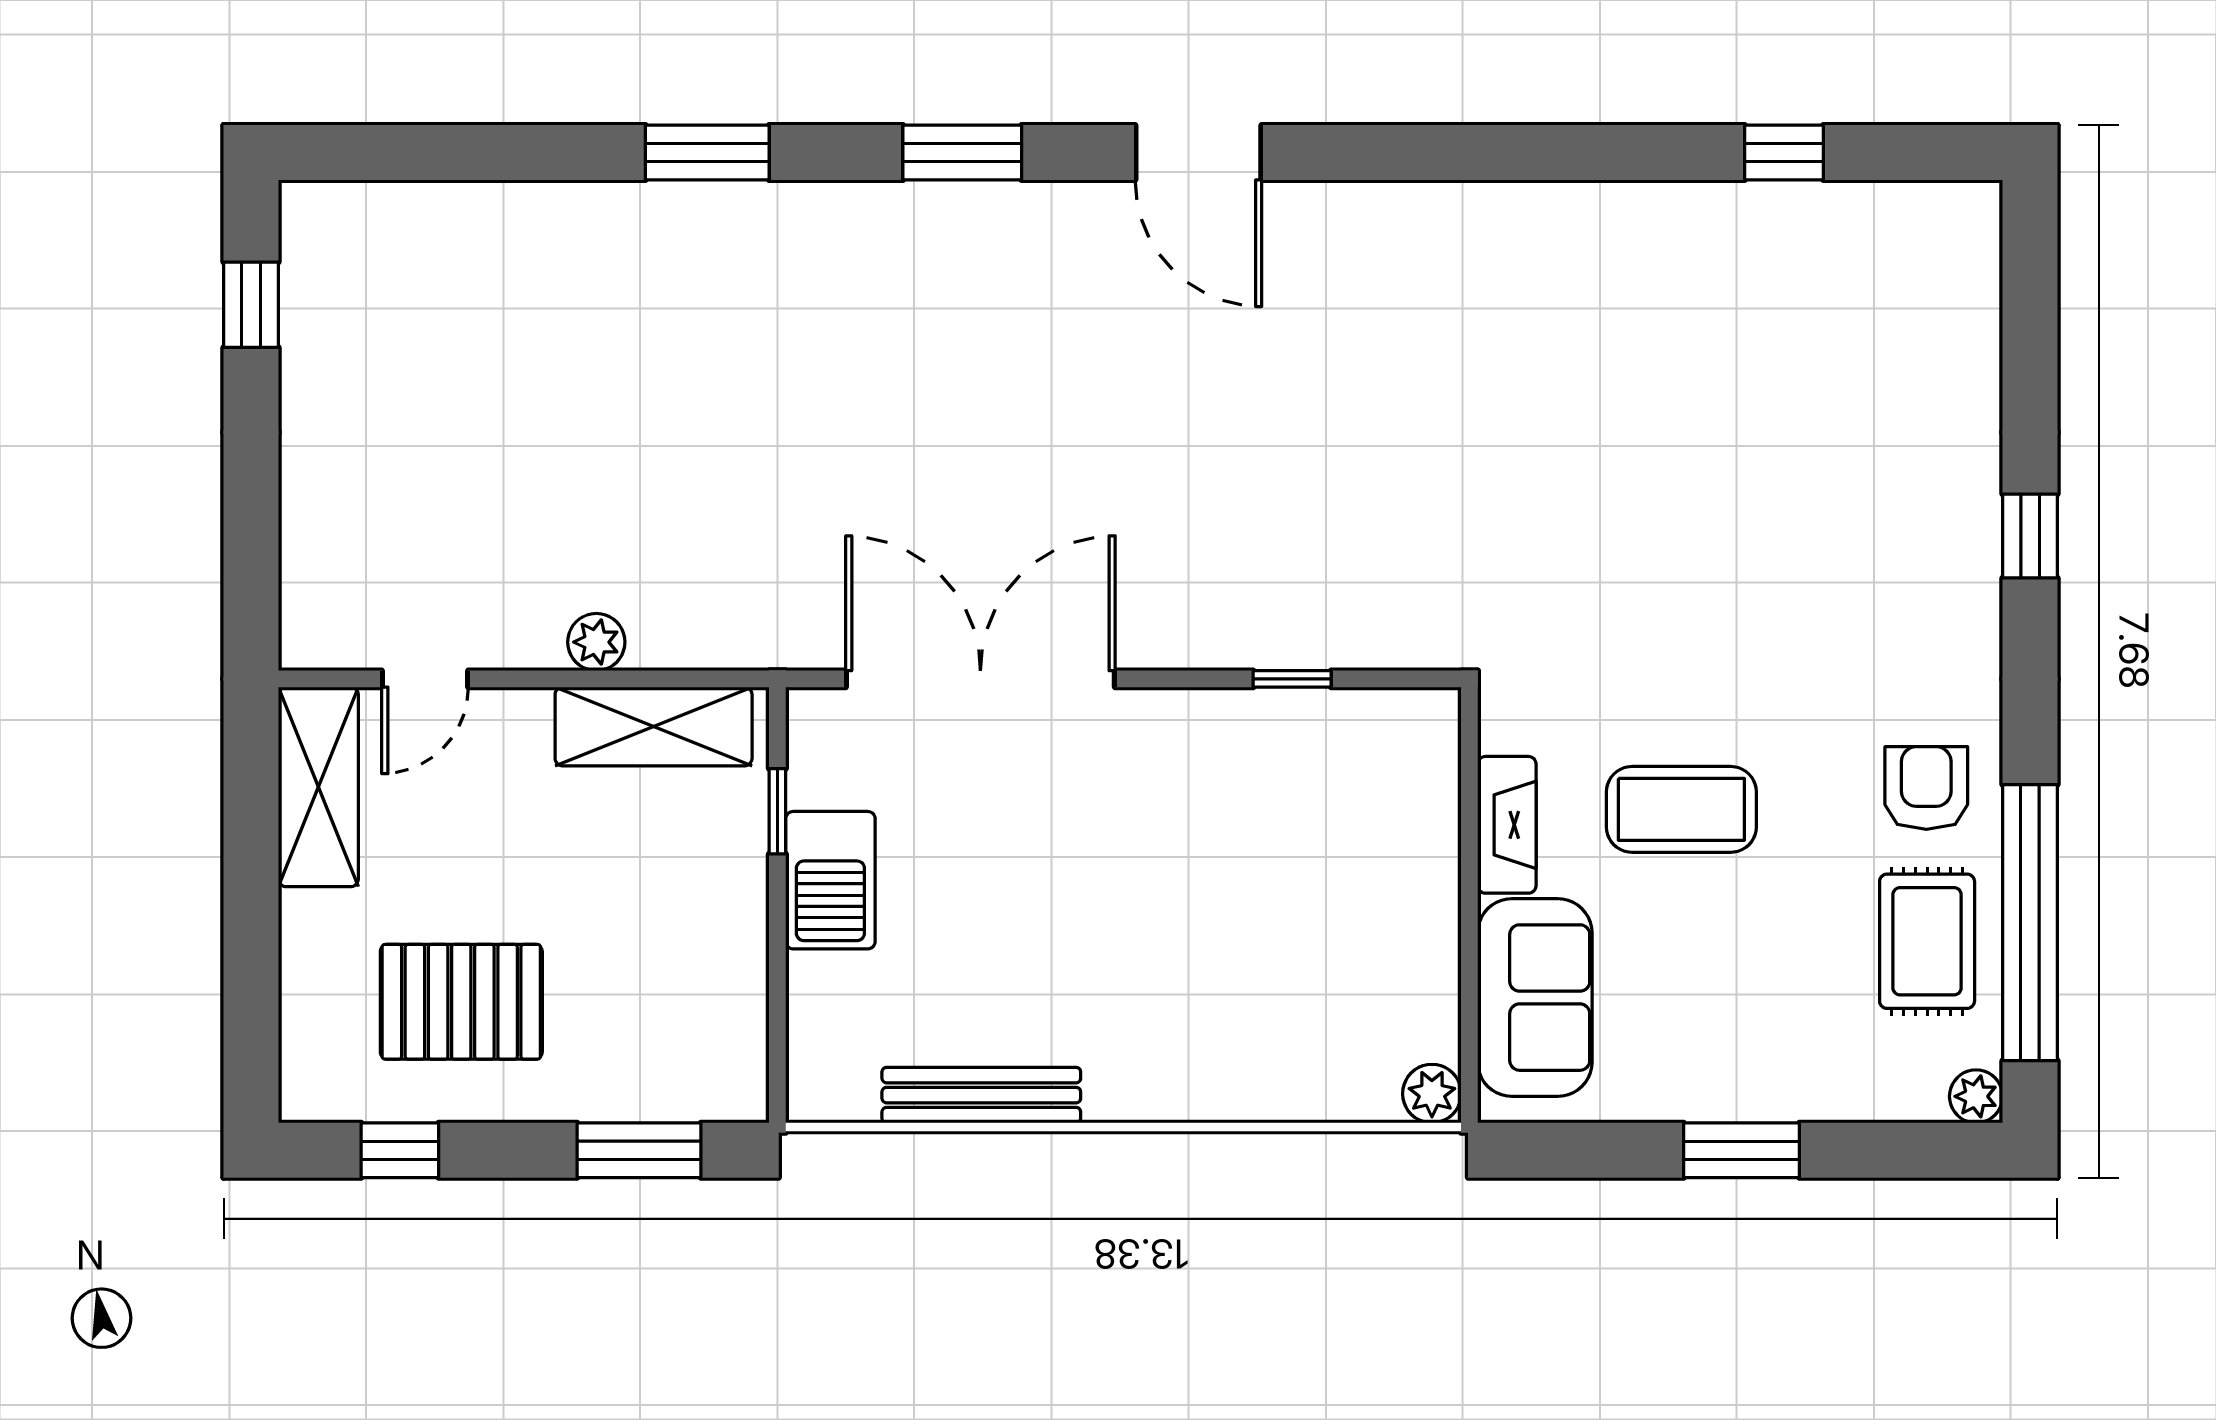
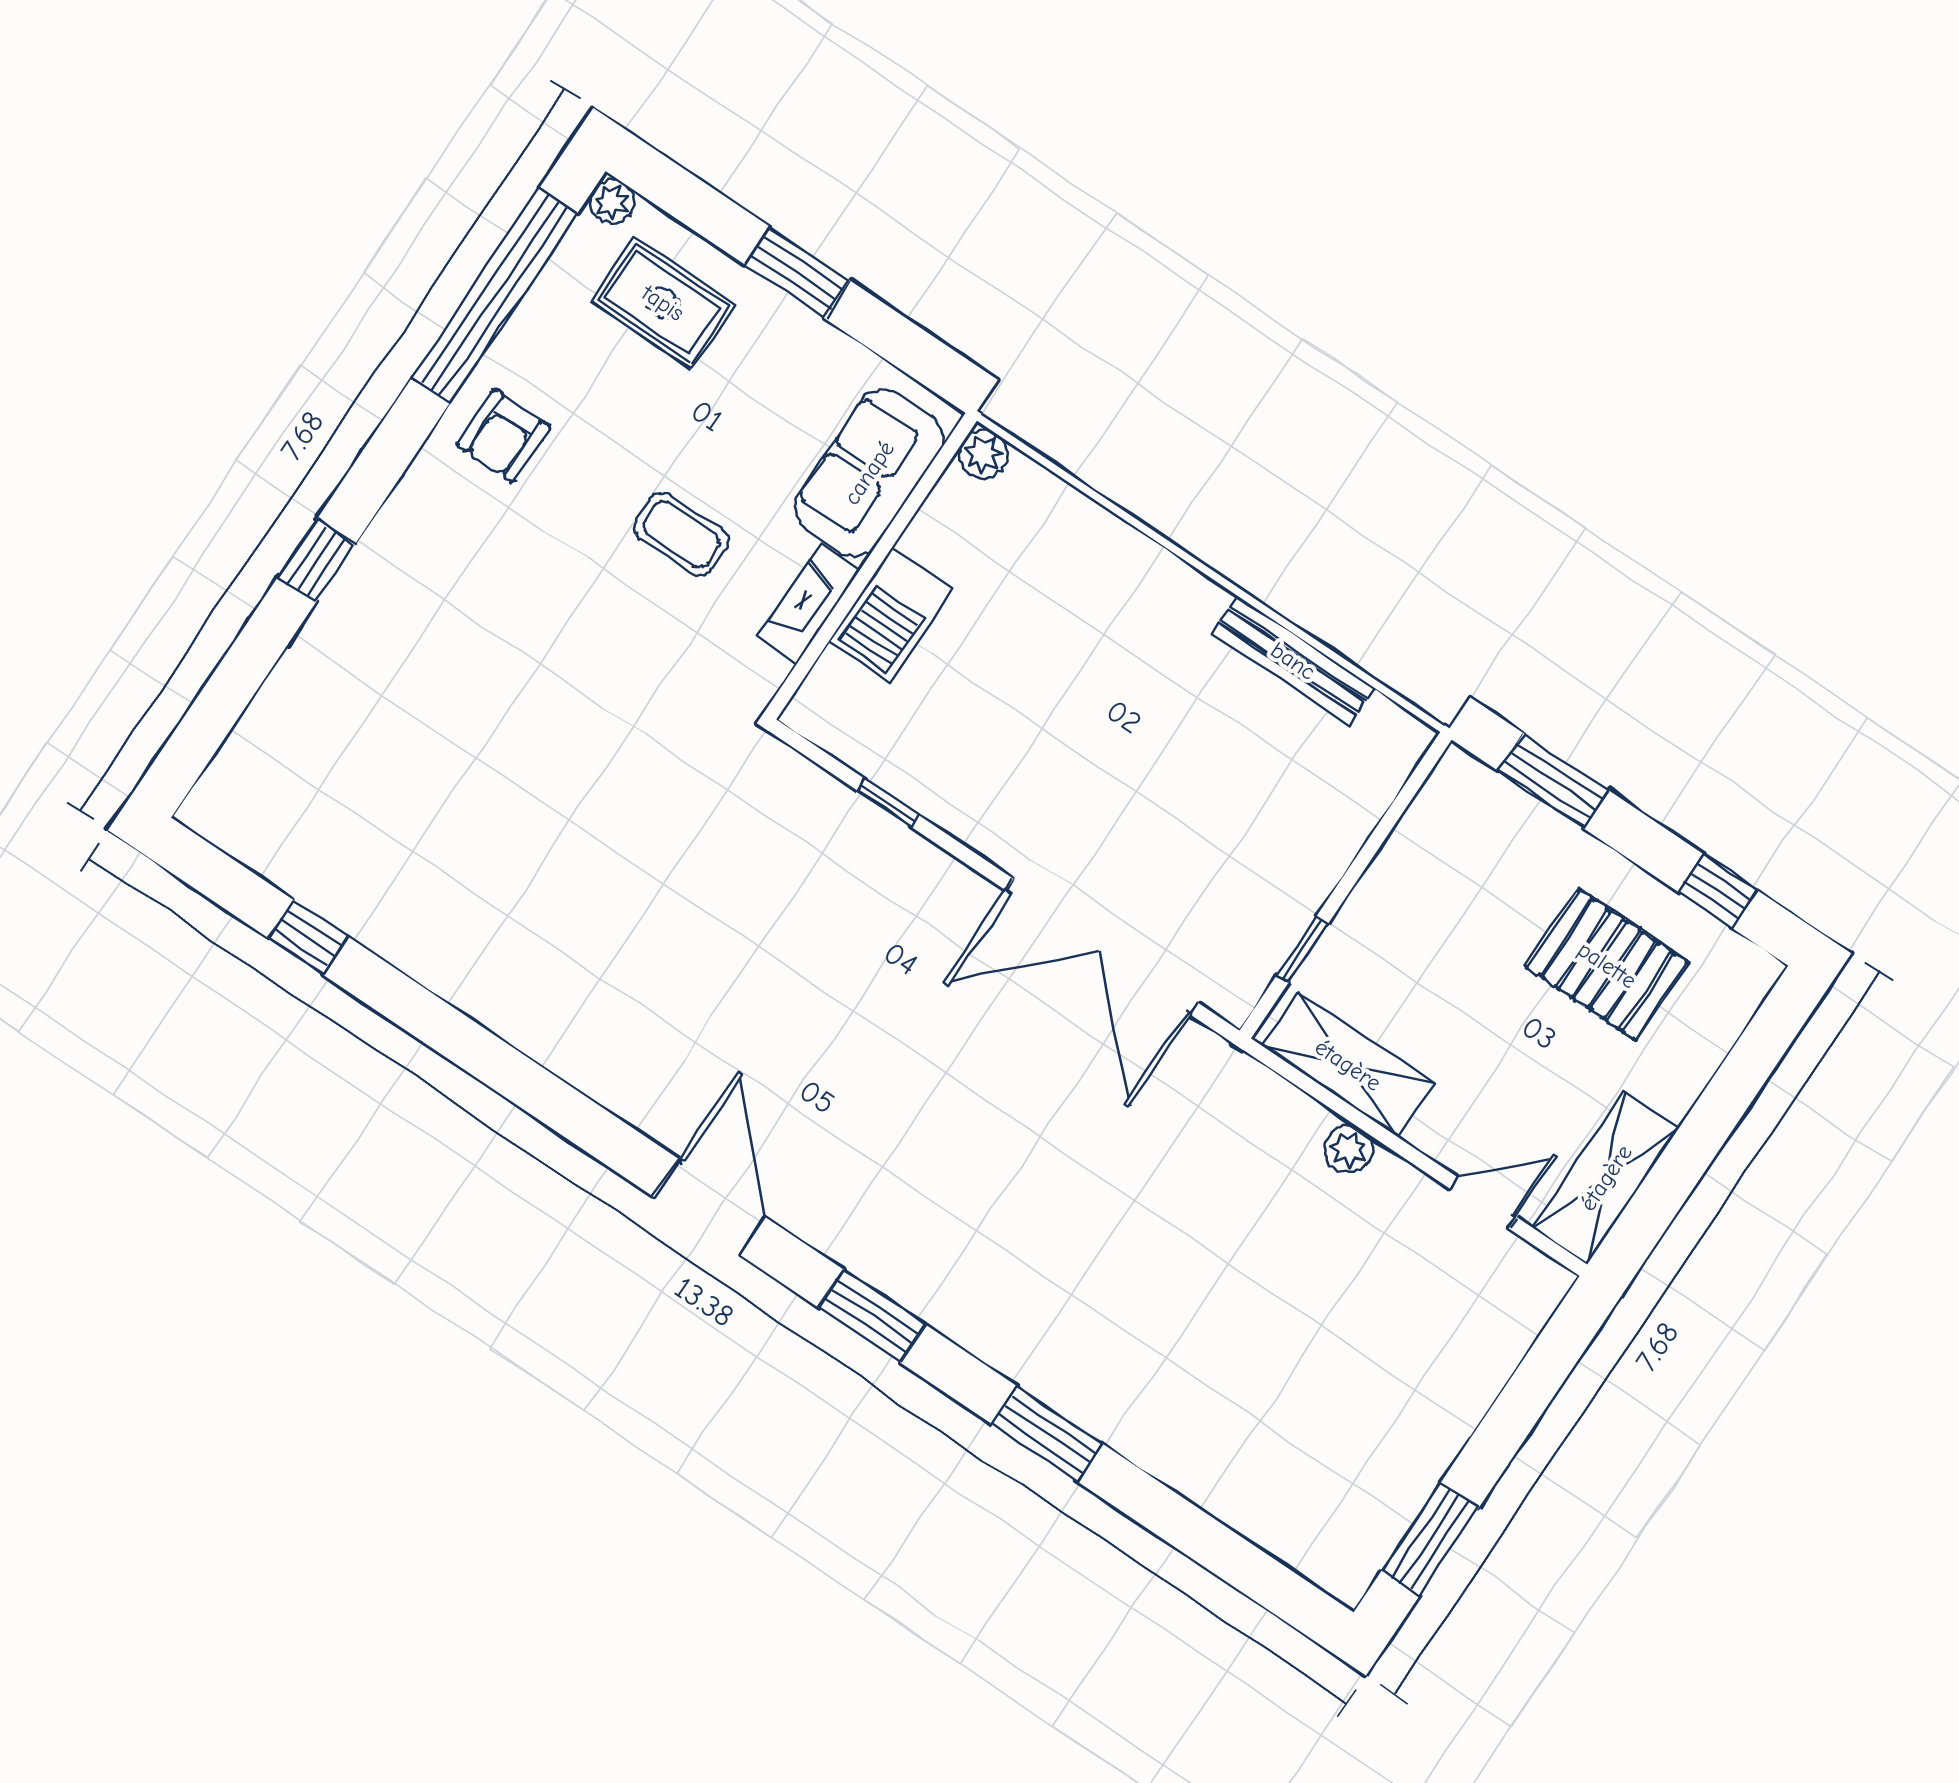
window: (251, 305) -> (1430, 1540), width x1.50
coffee table: (1681, 809) -> (681, 534), width x0.73, depth x0.77
barbecue: (830, 880) -> (891, 615), moved, turned 180
rug: (1927, 941) -> (663, 303), moved, turned 90

